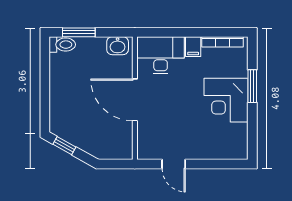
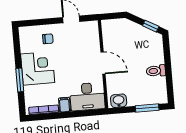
toilet: (62, 45) -> (156, 71), moved
door: (135, 100) -> (103, 63), width x0.73
chair: (208, 140) -> (48, 39), added

